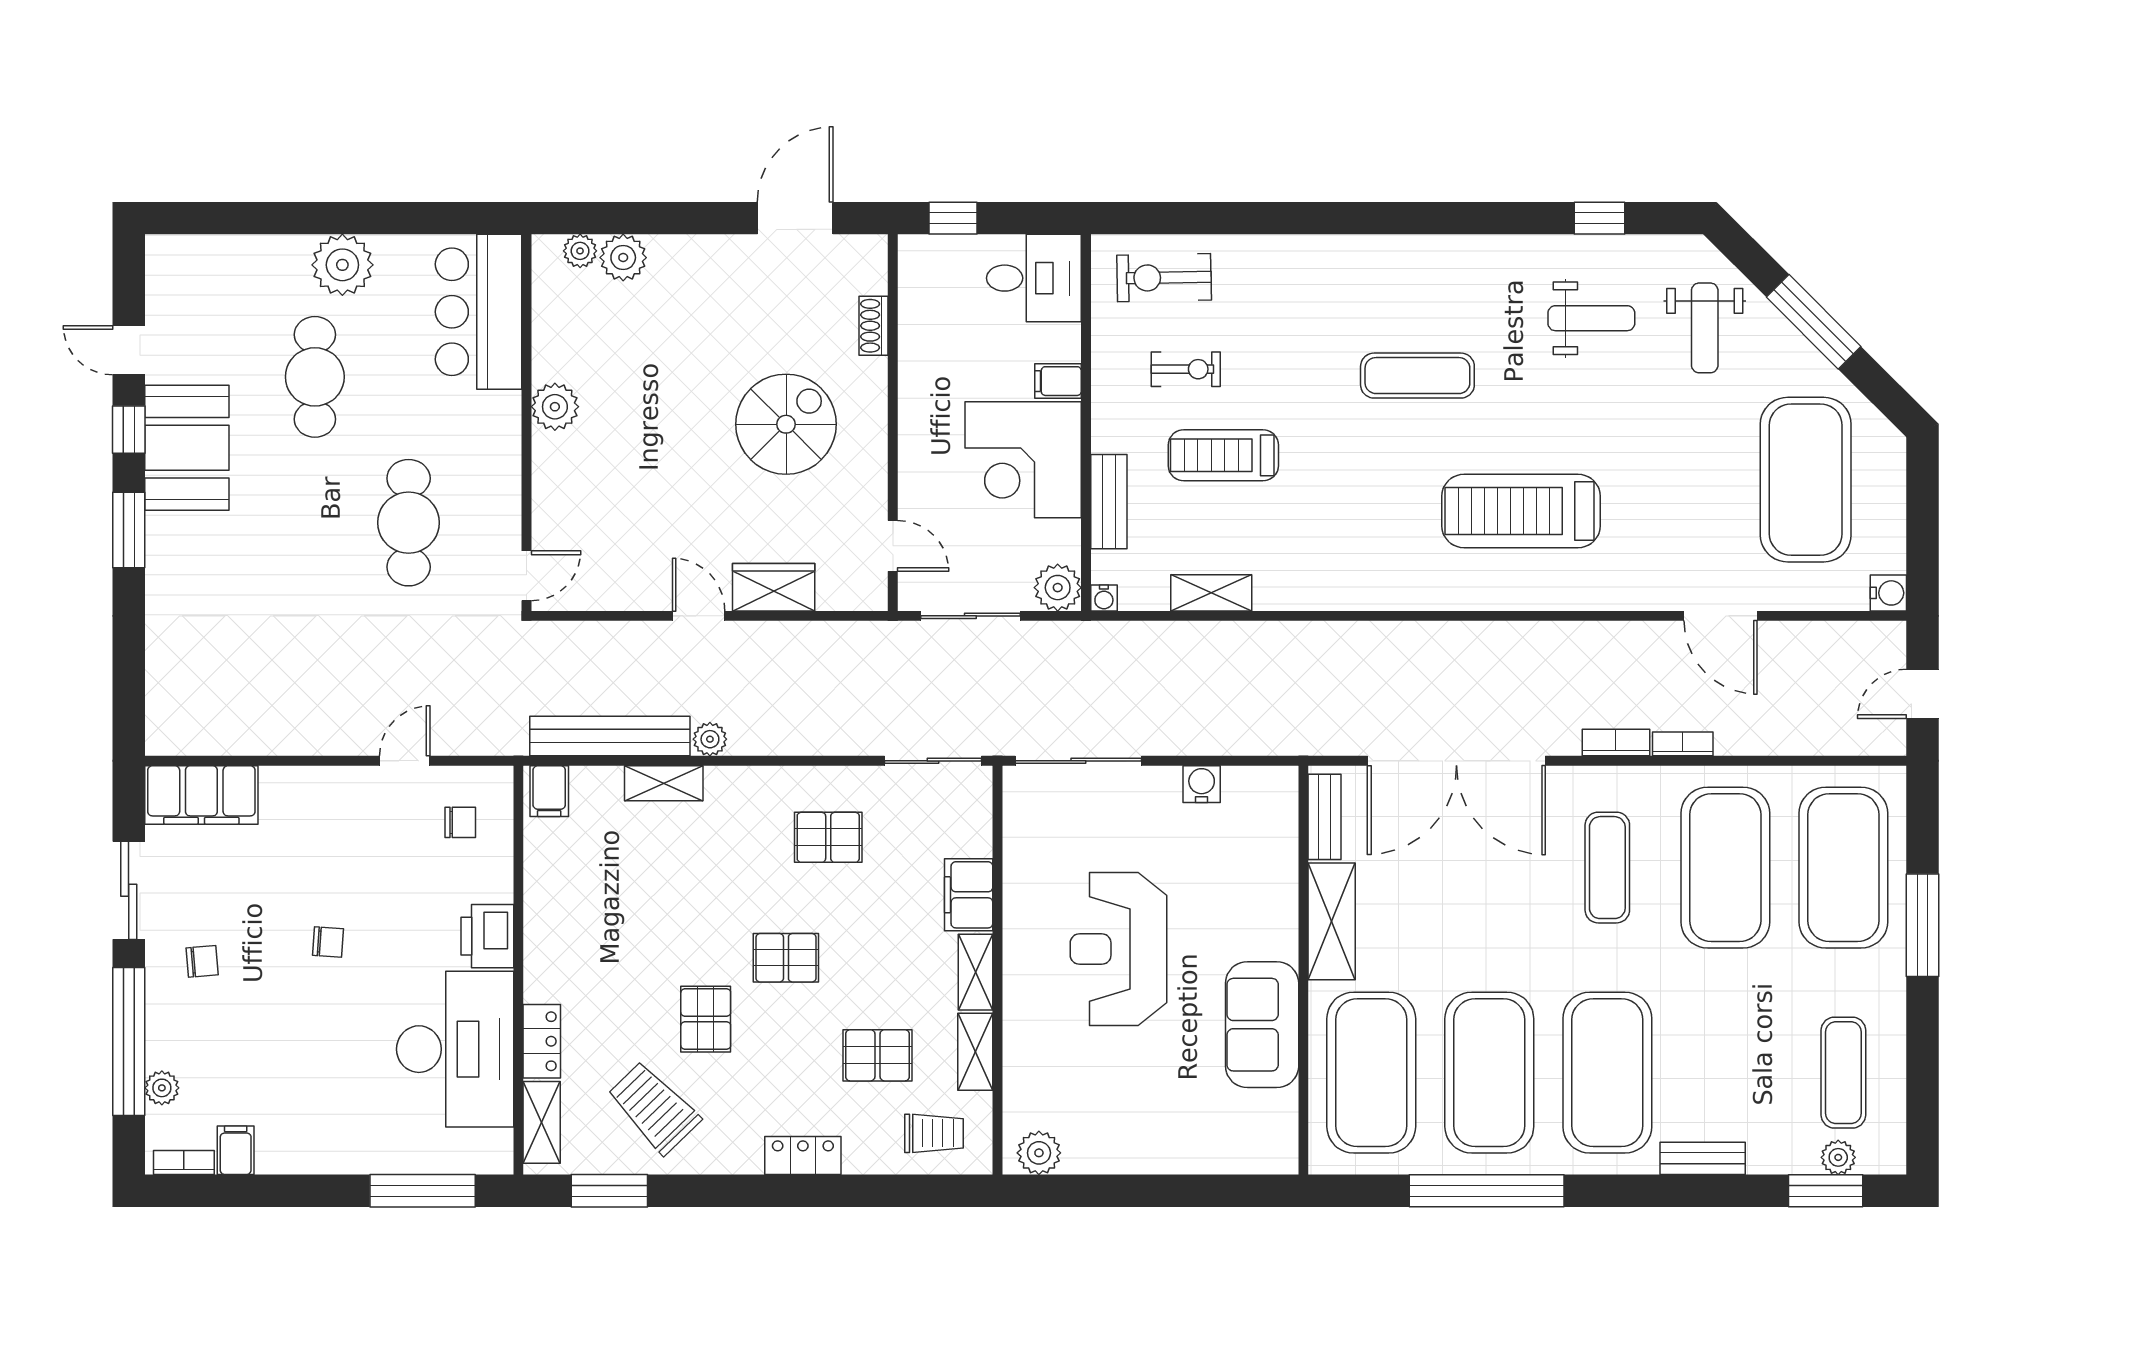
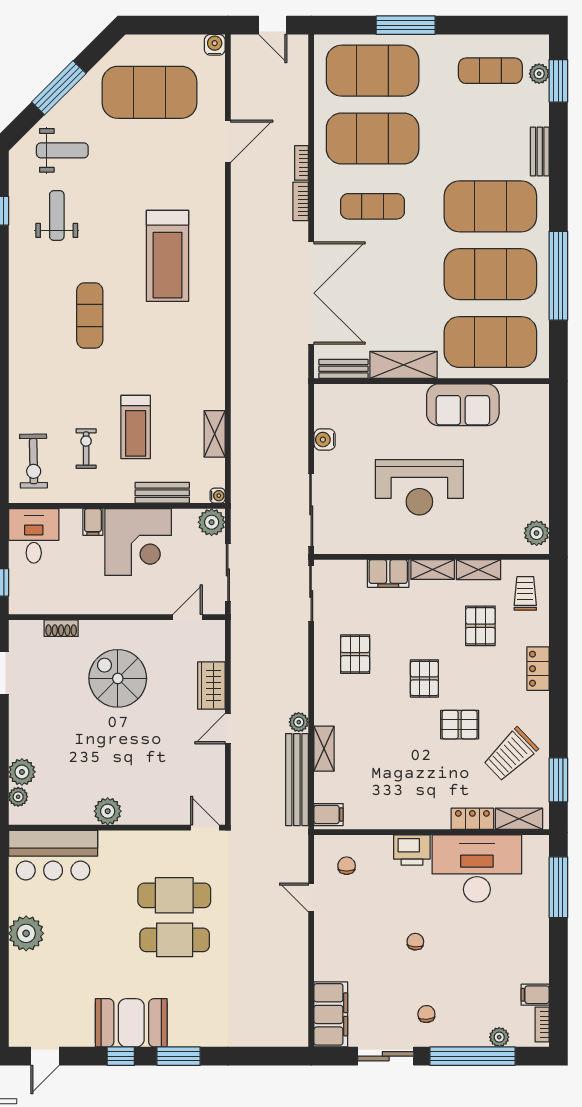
door: (129, 350) -> (45, 1056), moved
cafe table: (315, 377) -> (175, 940), moved

